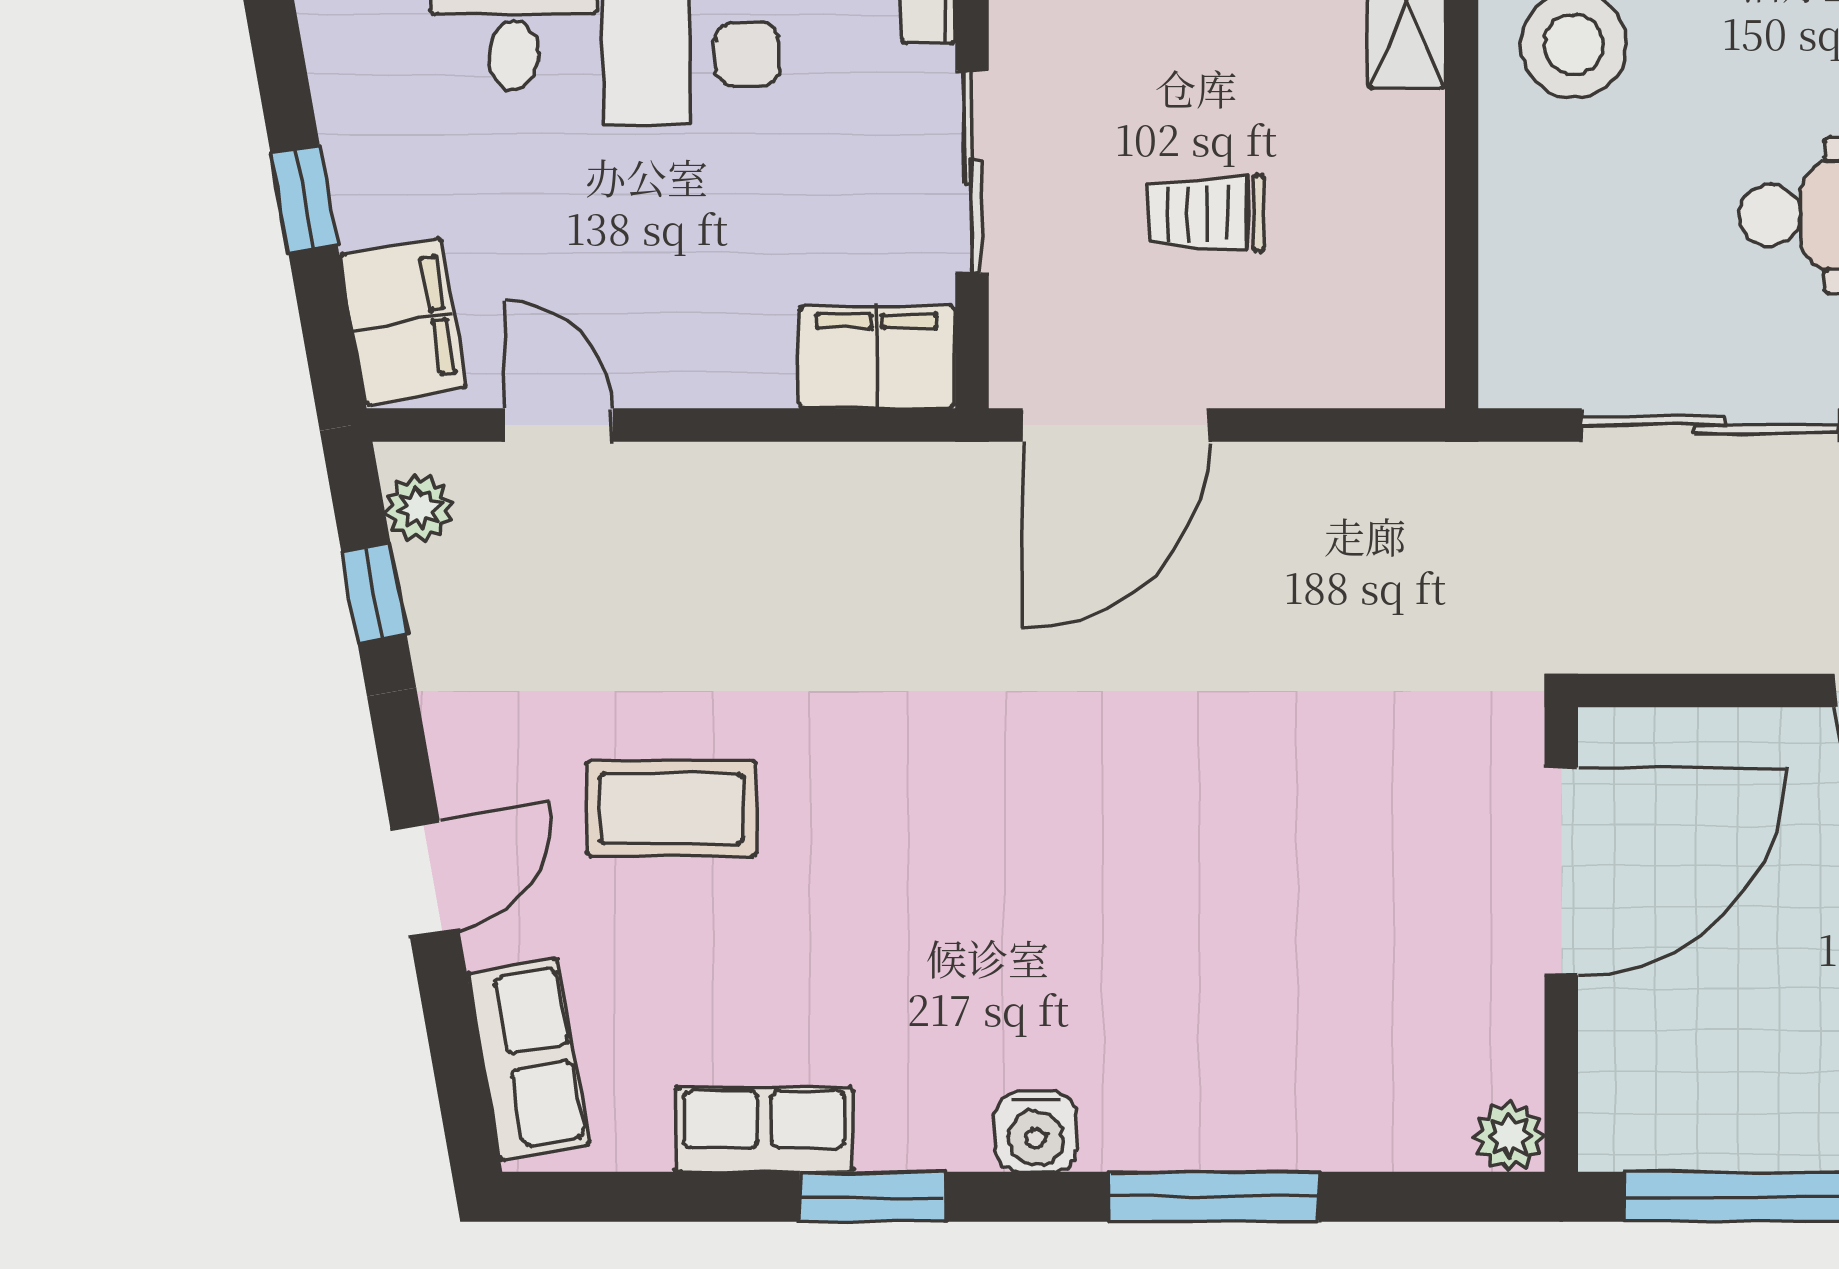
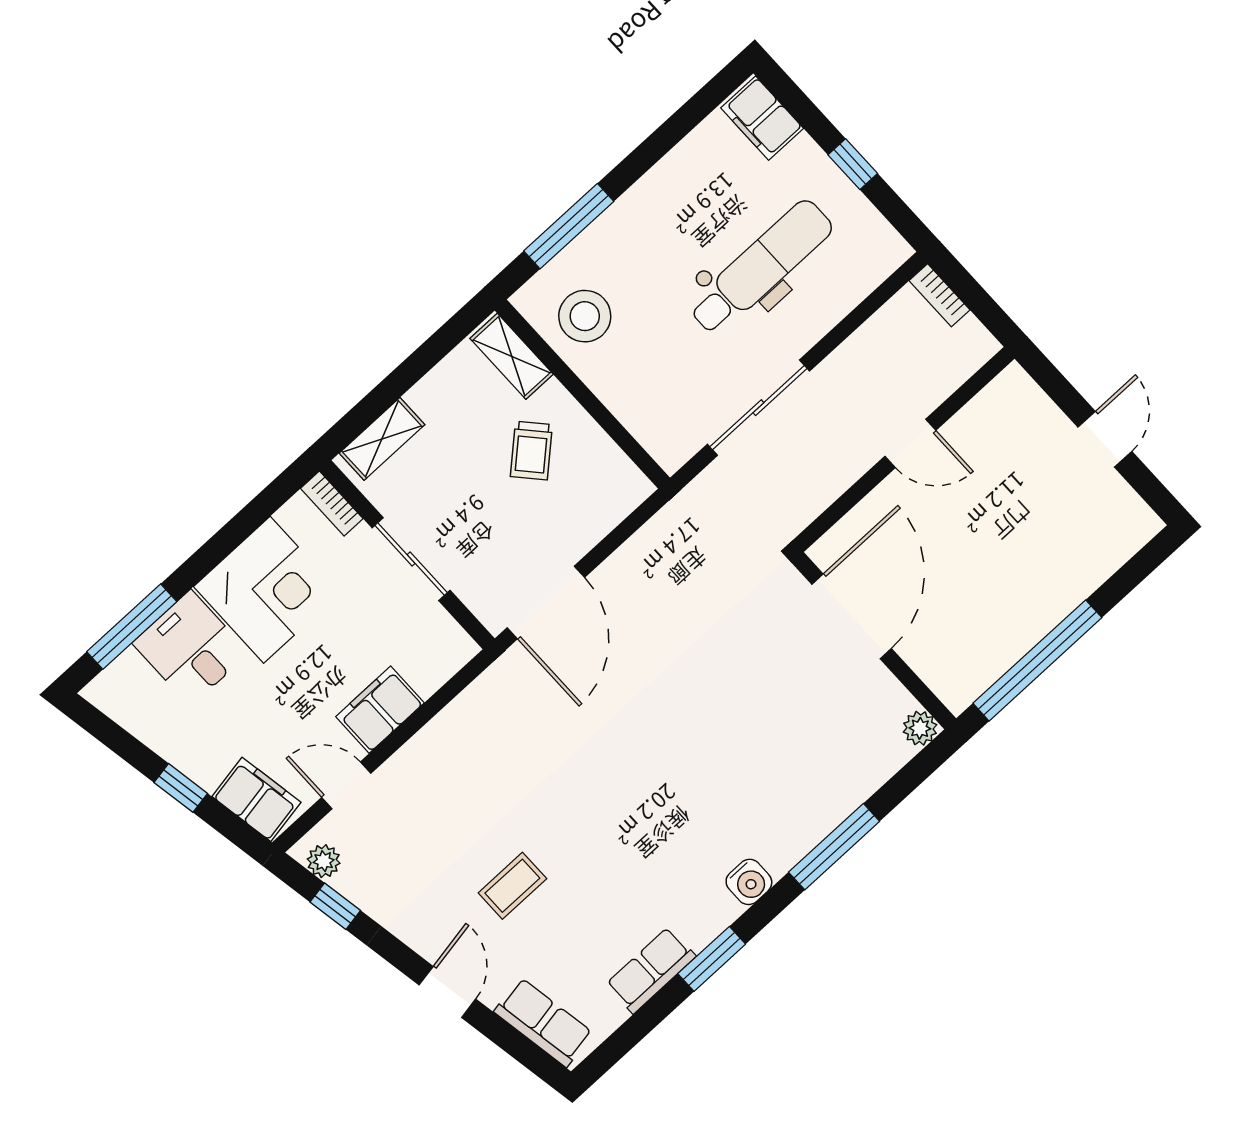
trolley: (1206, 213) -> (531, 451), moved, turned -42
filing cabinet: (877, 357) -> (380, 710), moved
coffee table: (672, 808) -> (512, 886), width x0.73, depth x0.77

